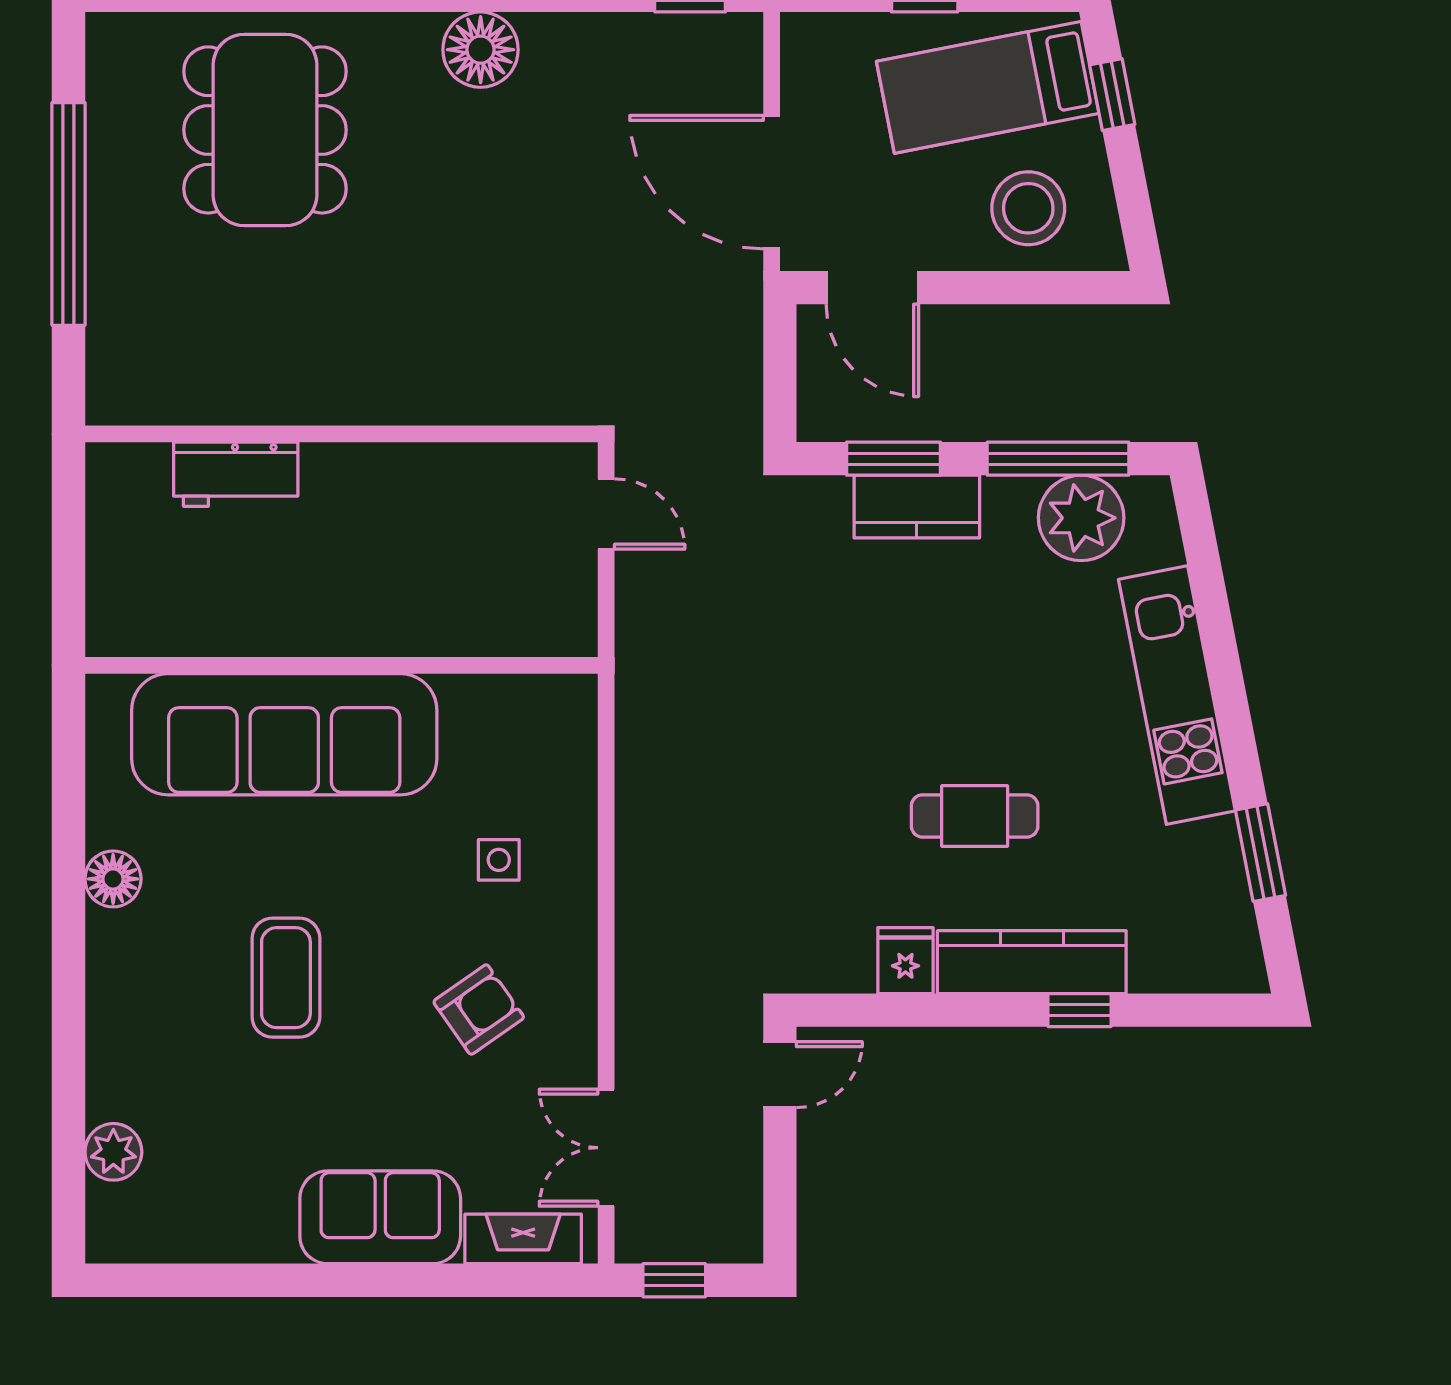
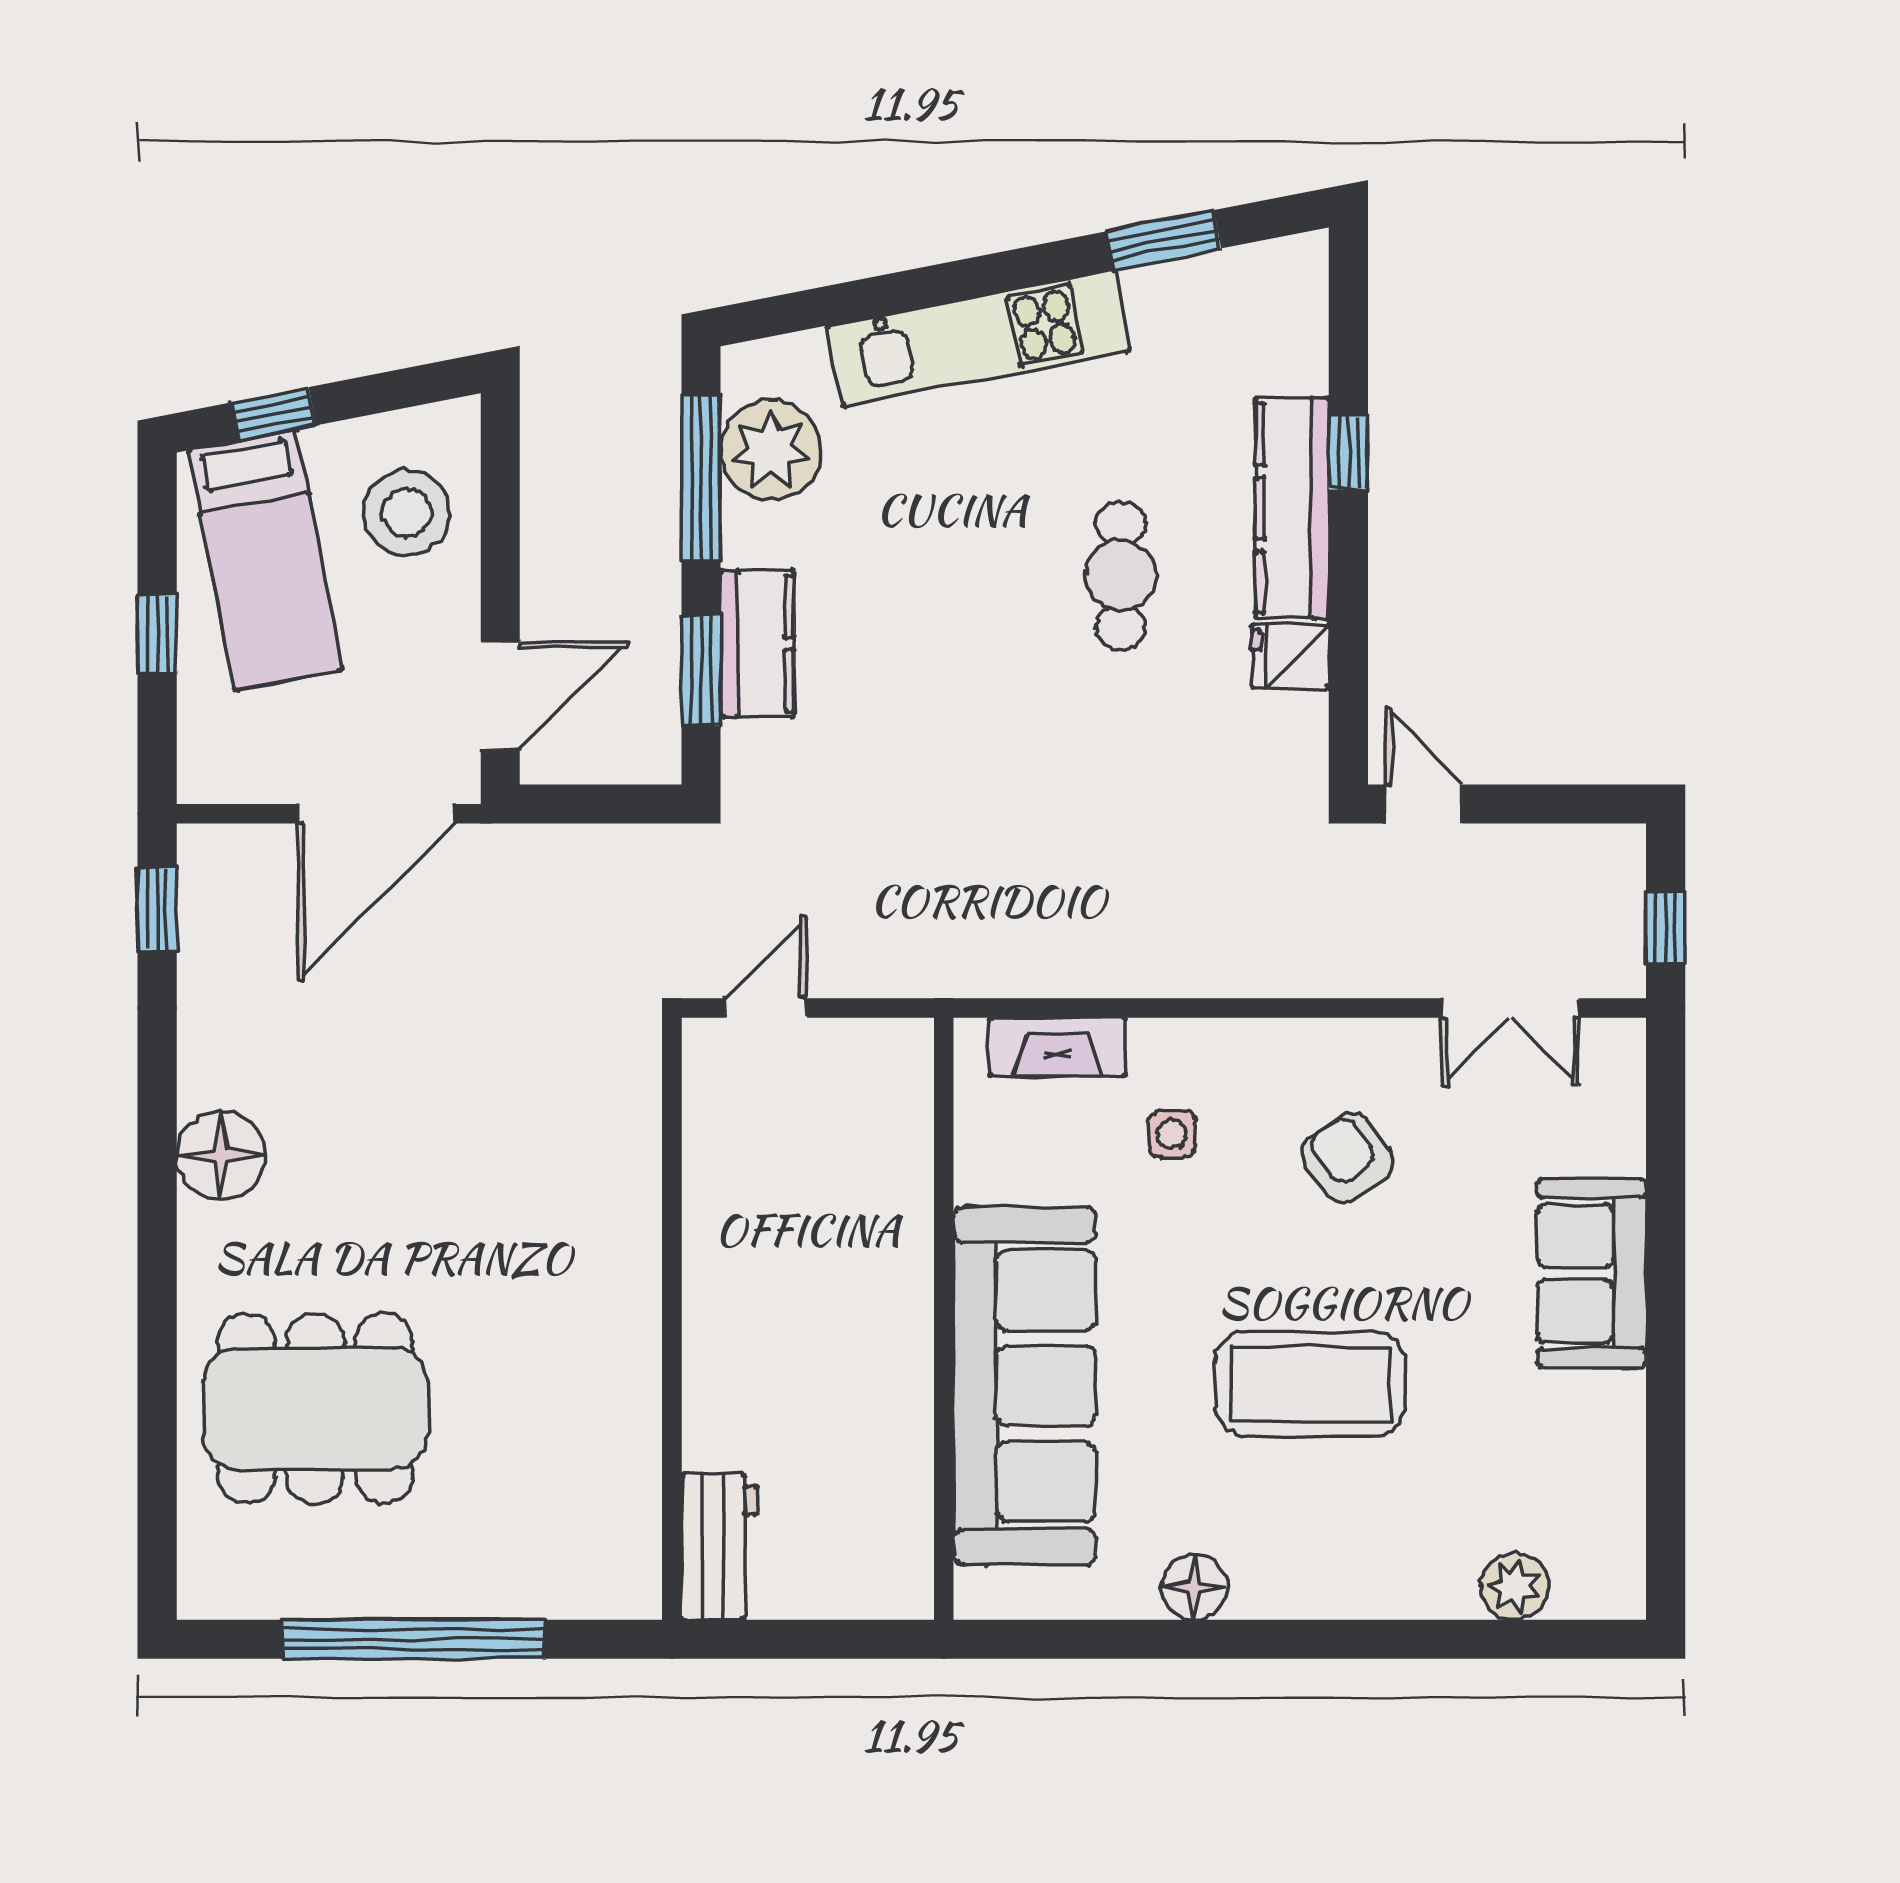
workbench: (236, 474) -> (719, 1547), moved
coffee table: (286, 978) -> (1310, 1384), width x1.36, depth x1.32
fireplace: (523, 1239) -> (1057, 1047), moved, turned -90

